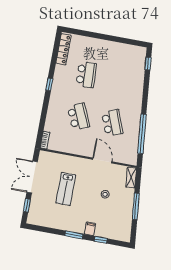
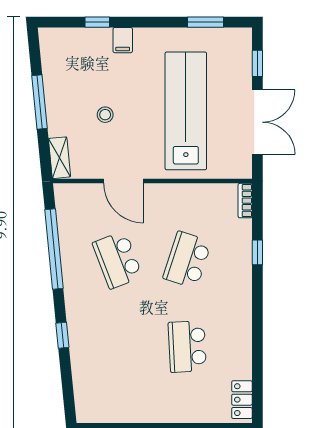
locker: (64, 49) -> (242, 400), width x0.66
window: (148, 64) -> (62, 335), moved
window: (49, 84) -> (257, 252), moved
school desk: (78, 117) -> (187, 260), turned 42
lab bench: (66, 189) -> (186, 111), width x1.86, depth x1.39
window: (74, 235) -> (205, 22), moved

